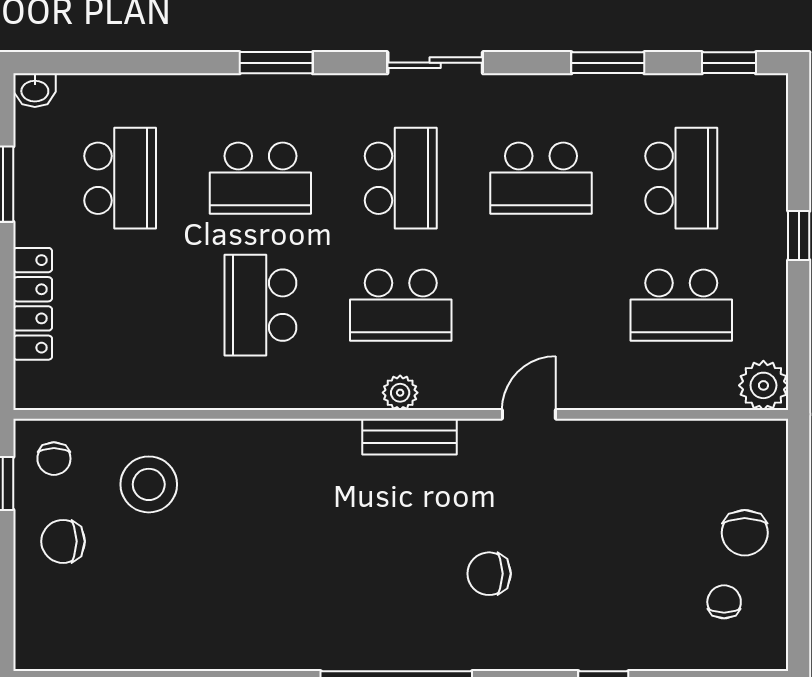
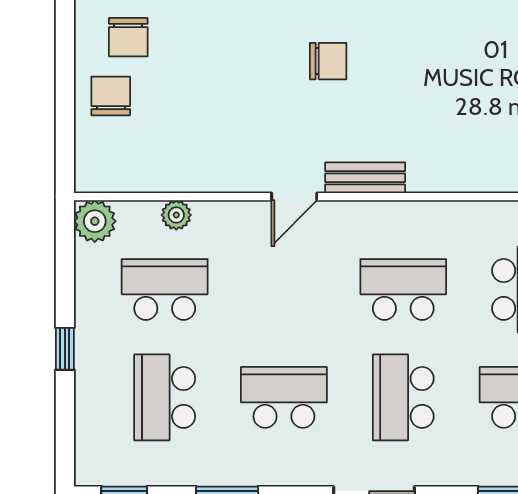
plant: (400, 393) -> (176, 215), moved
bench: (410, 437) -> (365, 178), moved
chair: (724, 602) -> (128, 37), width x1.37, depth x1.37

